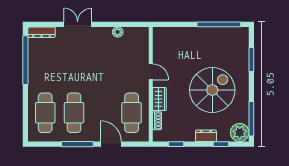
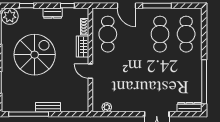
plant: (118, 32) -> (107, 107), moved
bench: (197, 32) -> (48, 107), added
spiral stairs: (212, 90) -> (35, 55), turned 180
dresser: (206, 136) -> (53, 13), moved

